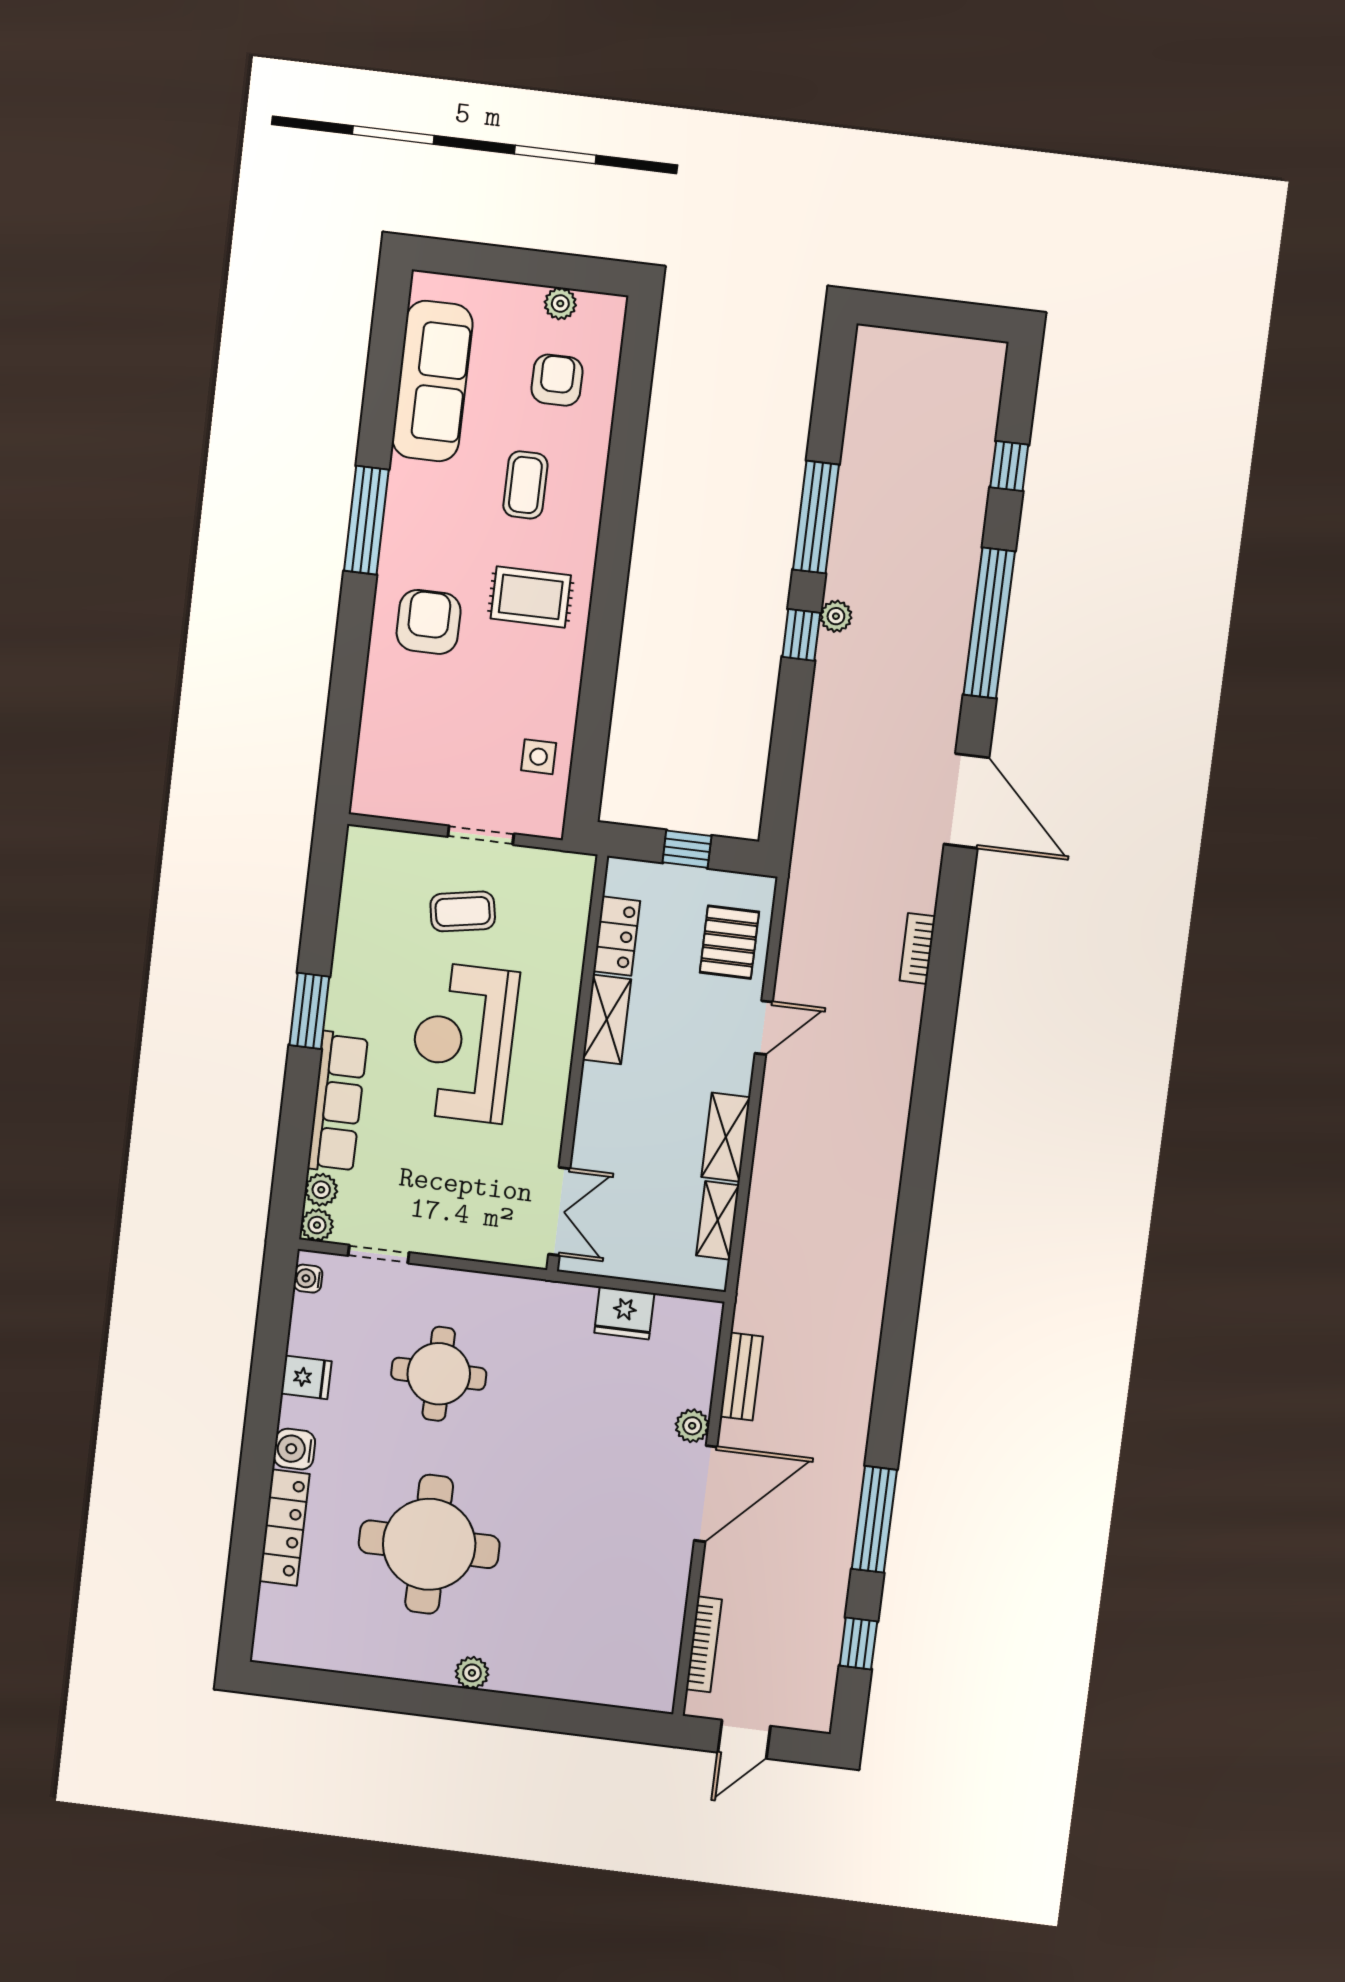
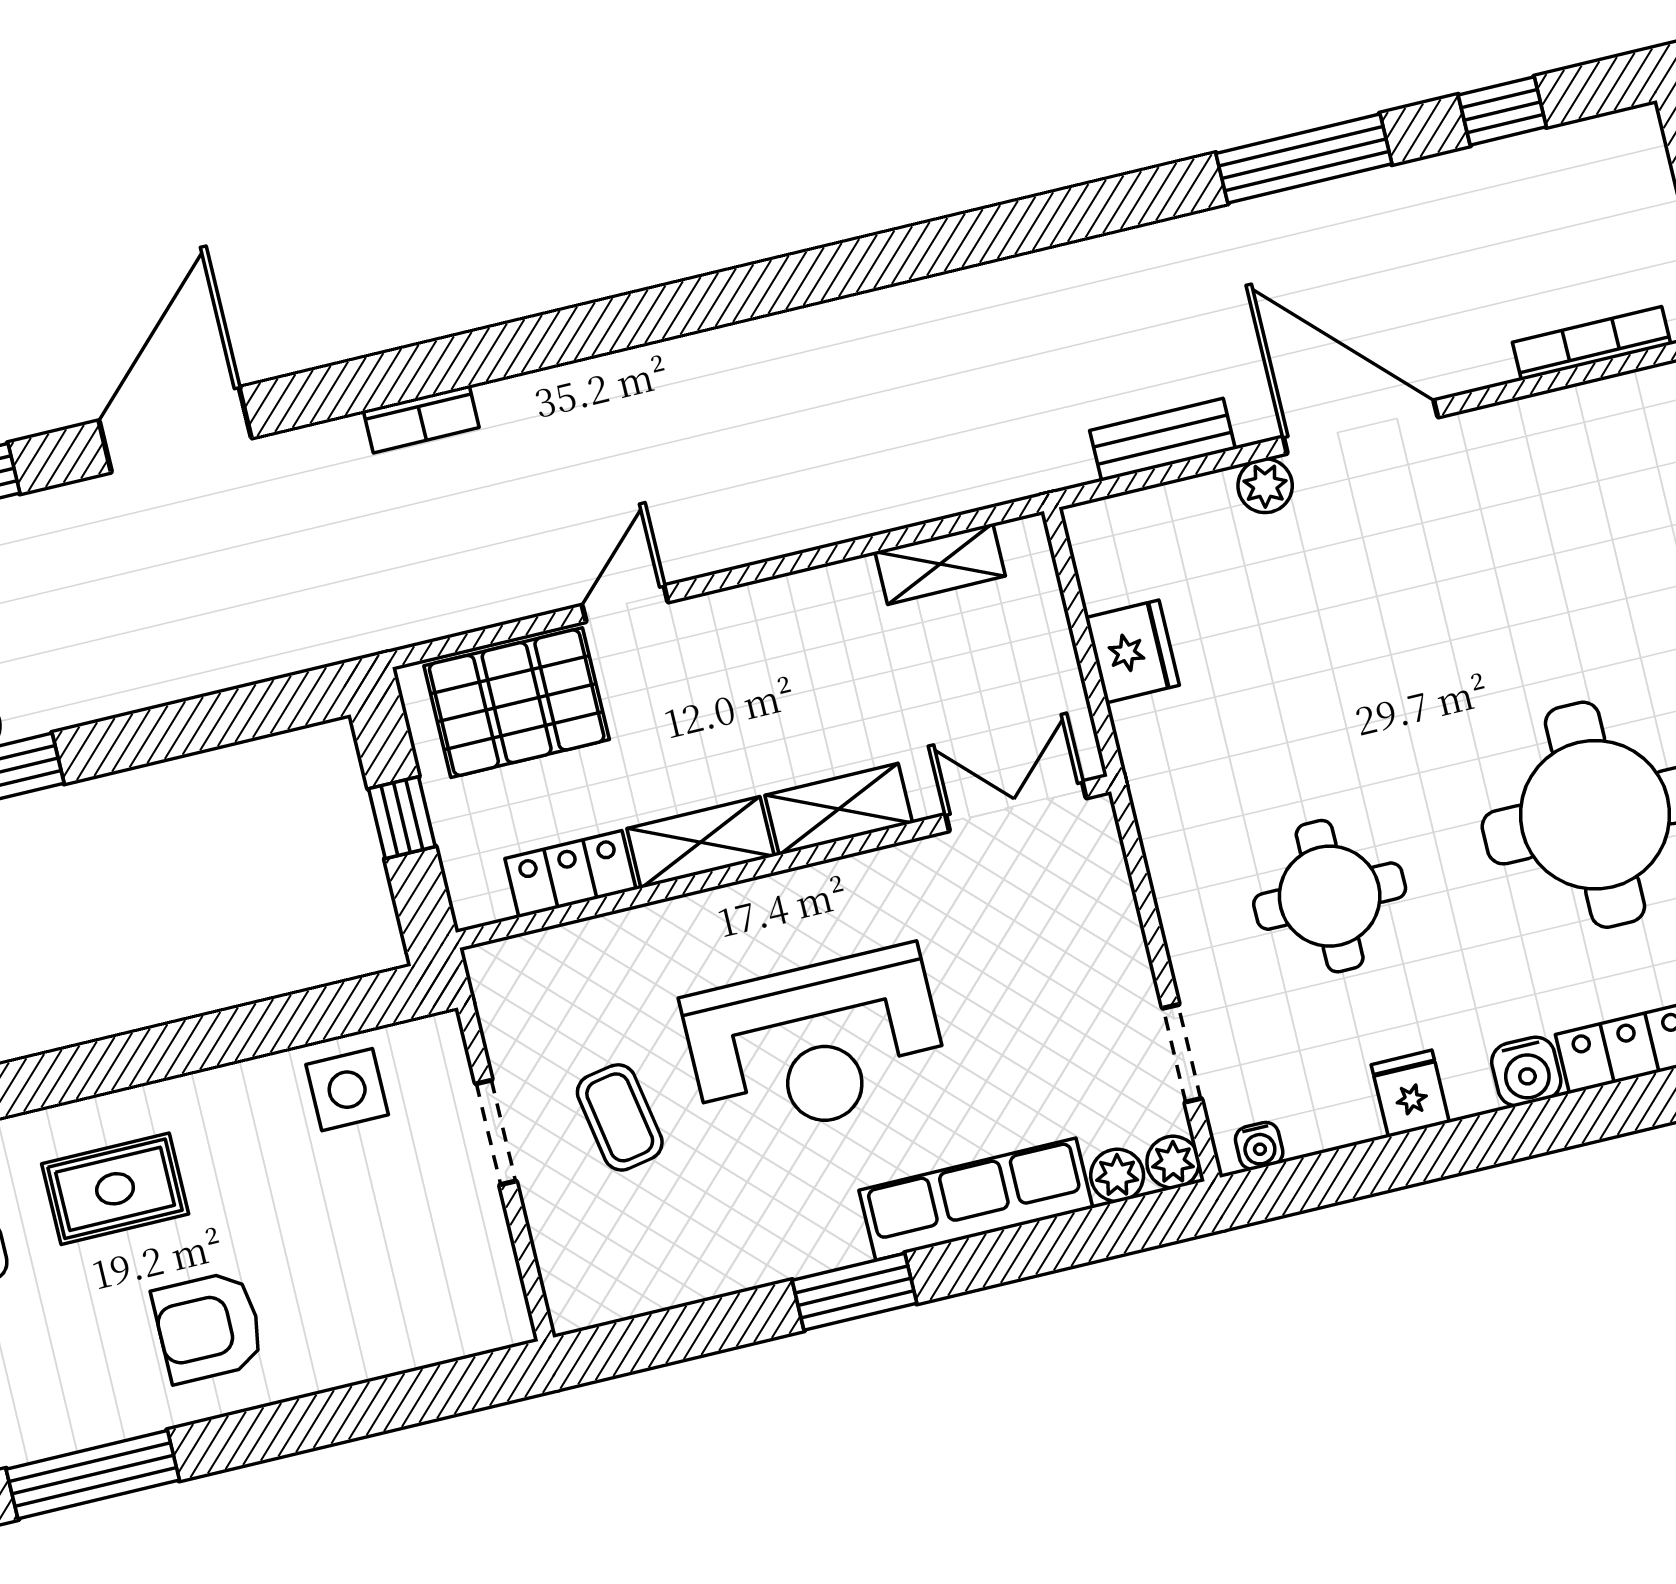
rug: (531, 597) -> (115, 1189), turned 90
side table: (539, 757) -> (347, 1090), width x1.37, depth x1.37
pallet: (729, 942) -> (517, 703), width x1.50, depth x1.42
door: (764, 1028) -> (625, 604), hinge flipped
shelving: (726, 1137) -> (839, 809), moved

